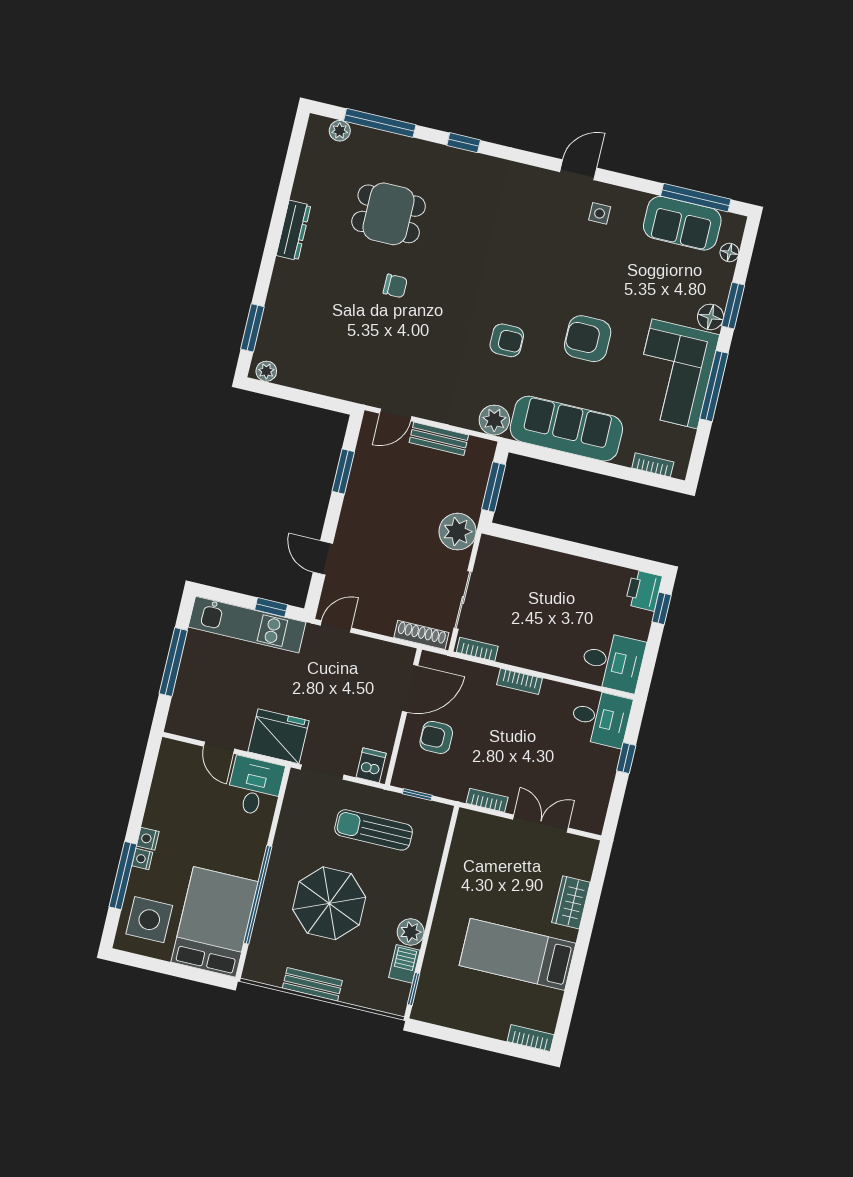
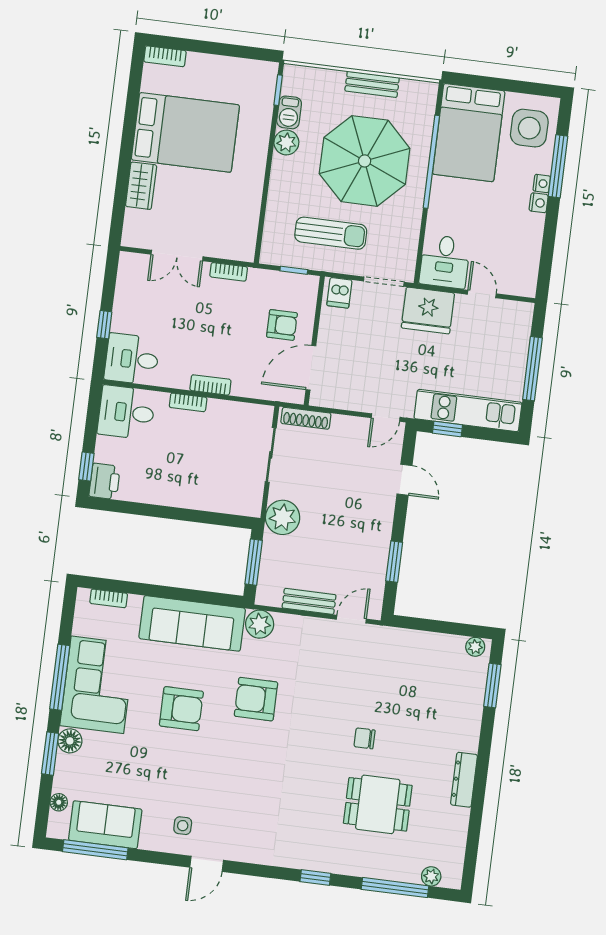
armchair: (507, 340) -> (256, 699), width x1.38, depth x1.38
bookcase: (477, 649) -> (188, 402), moved
parasol: (329, 903) -> (365, 161), width x1.36, depth x1.36
bed: (517, 954) -> (185, 132), width x1.50

